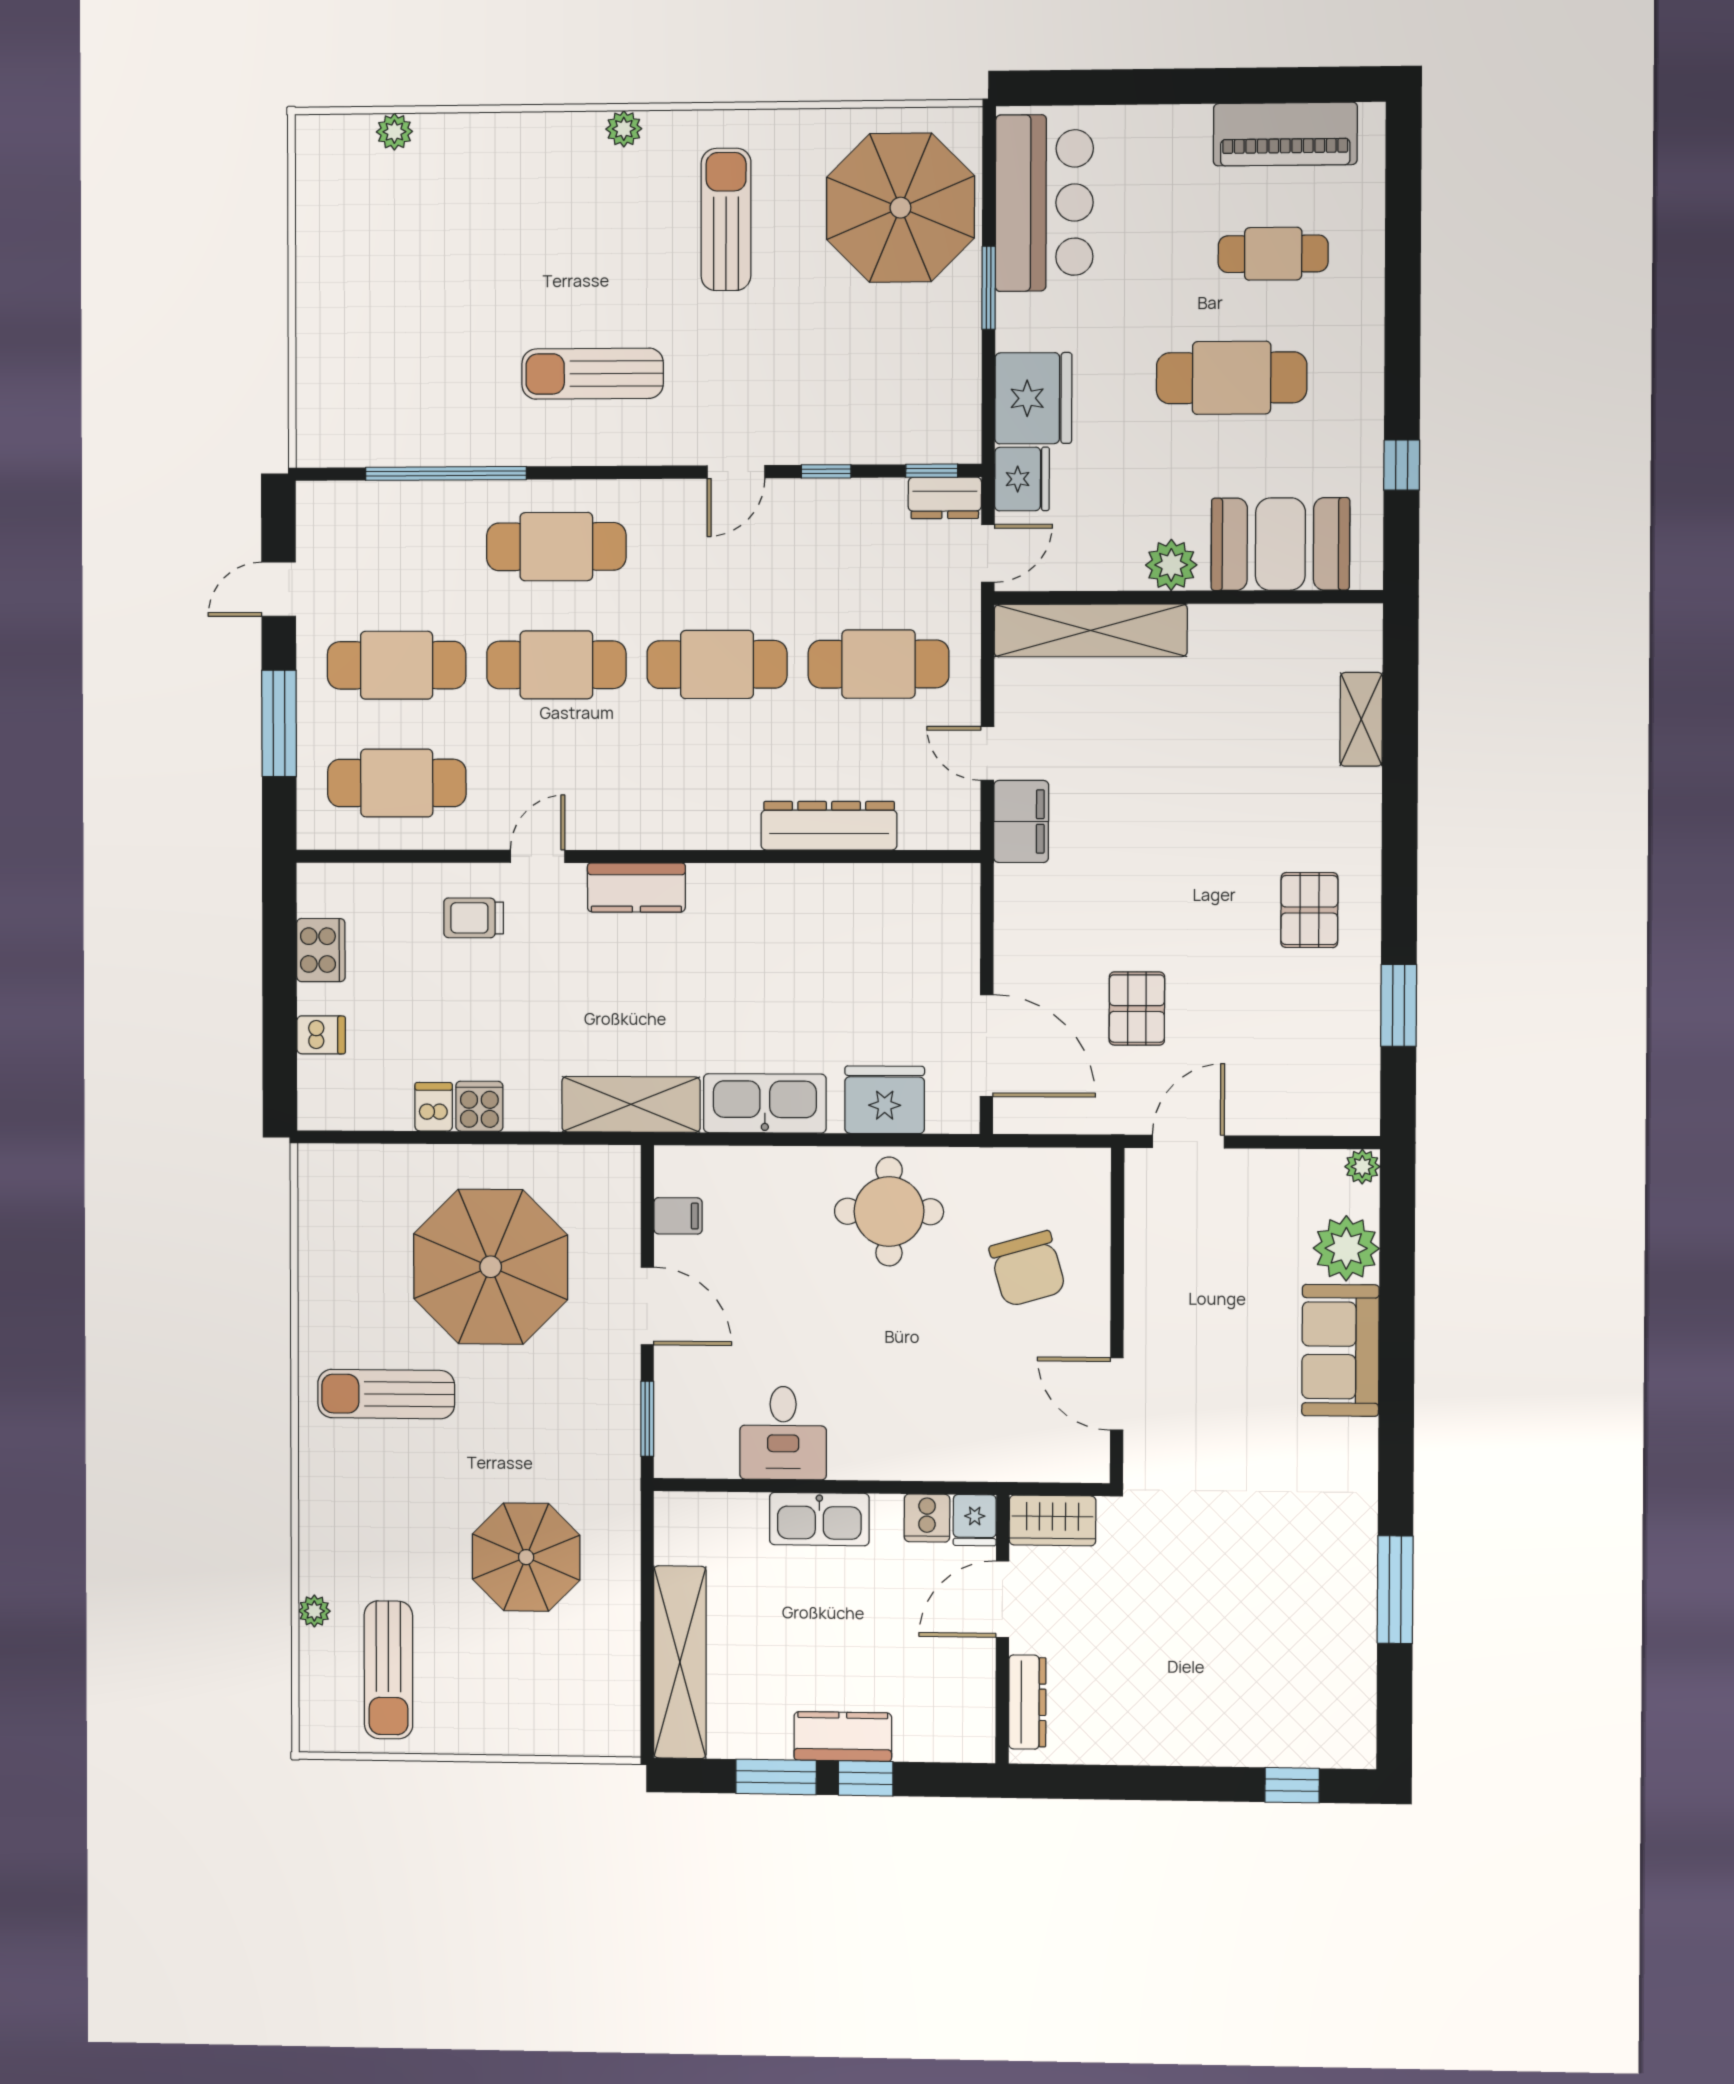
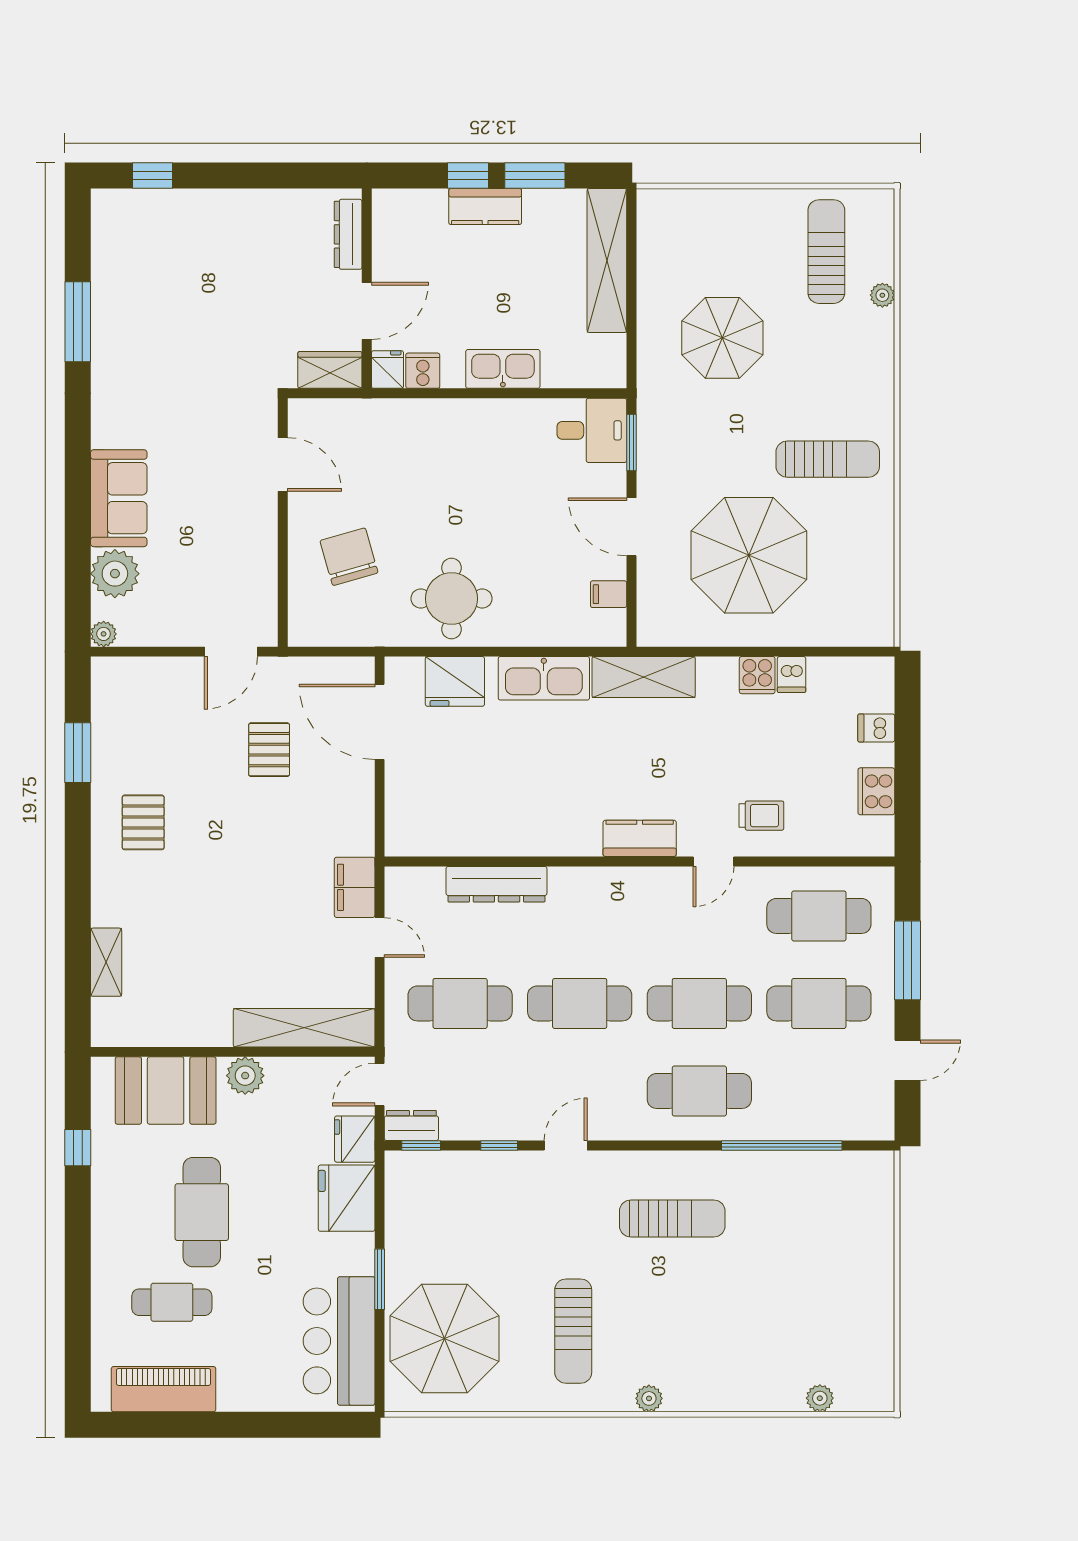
cafe table: (1232, 378) -> (202, 1212), turned 90
desk: (783, 1433) -> (592, 430), moved, turned 90

